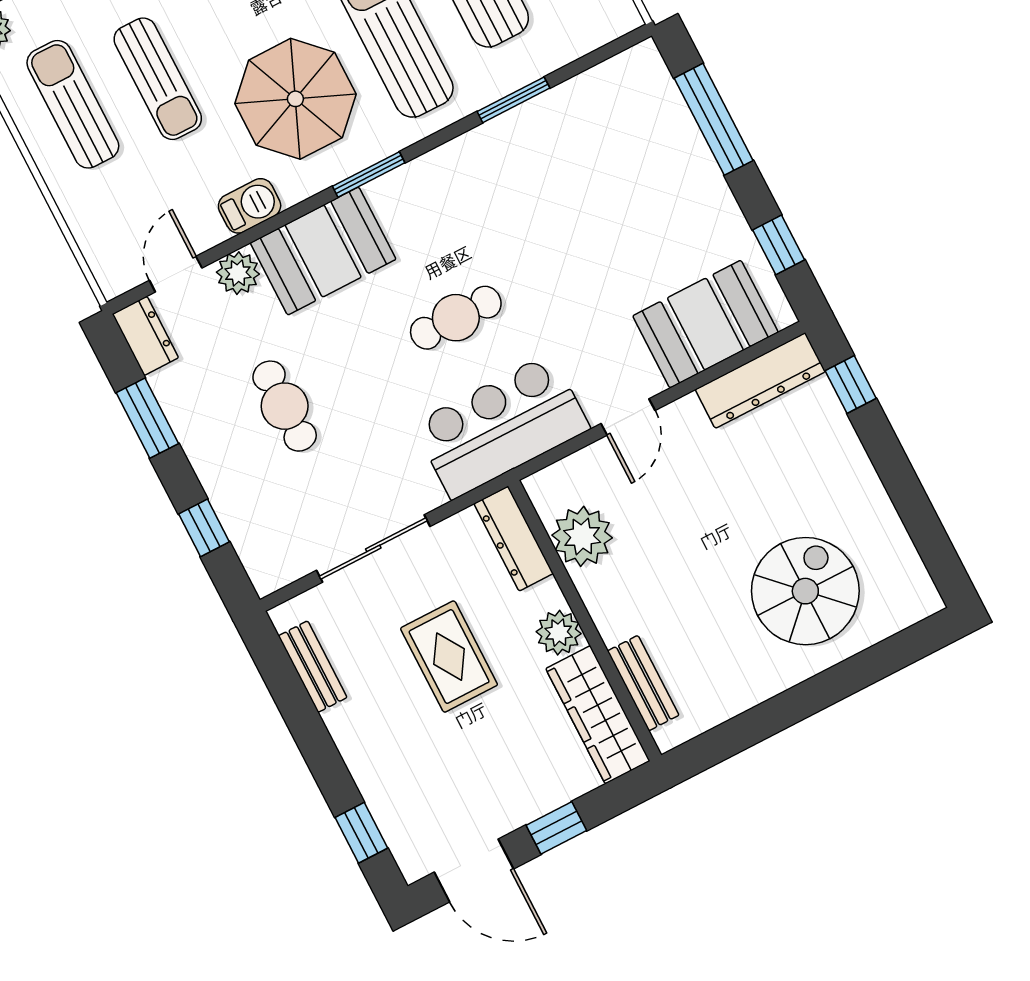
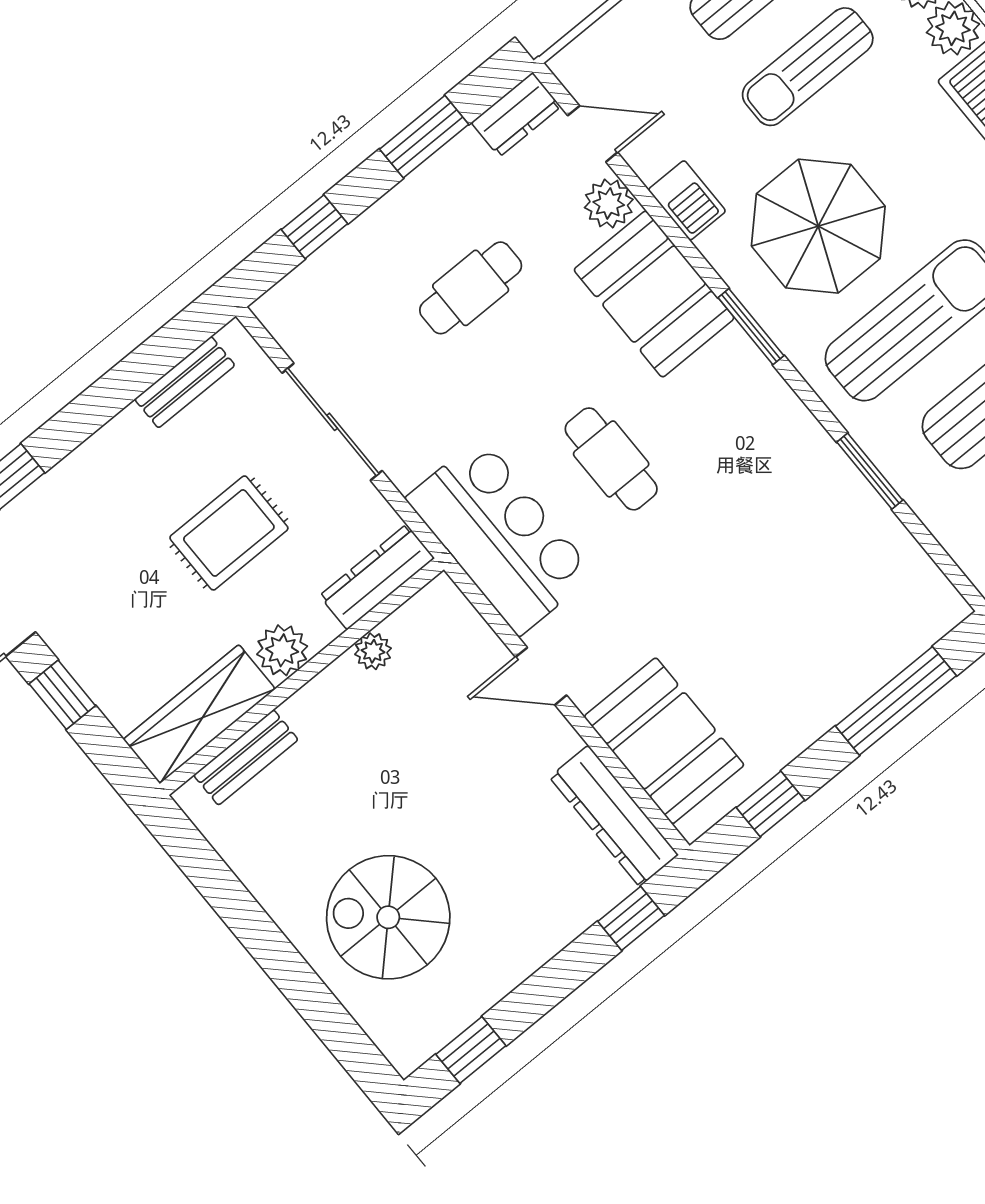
plant: (582, 536) -> (373, 651), width x0.53, depth x0.53
window: (933, 545) -> (471, 1050), added
spiral stairs: (805, 591) -> (388, 917), turned 180

